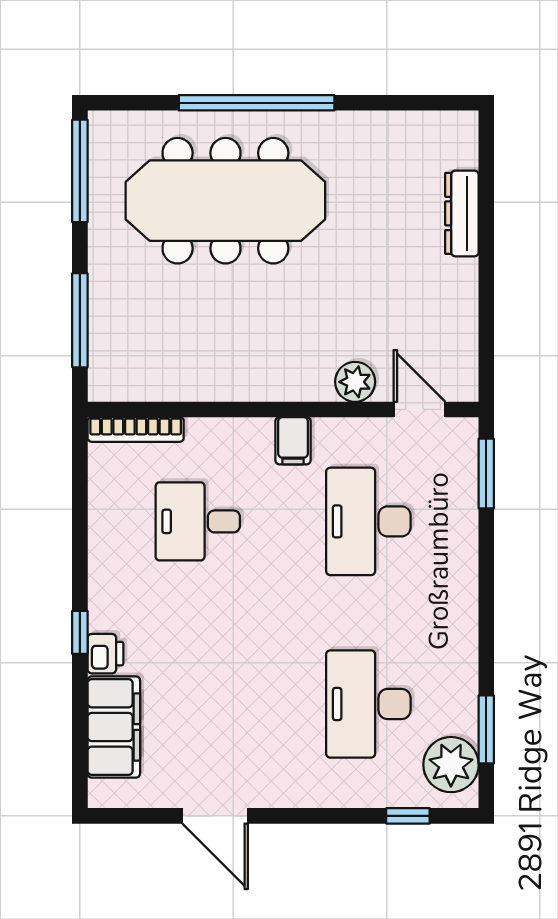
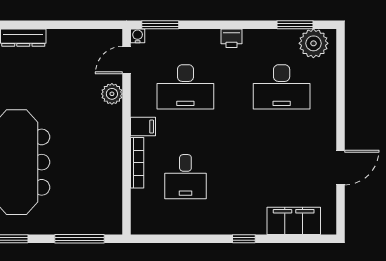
bookcase: (136, 429) -> (137, 163), moved
water cooler: (465, 430) -> (138, 36), added
printer: (105, 654) -> (232, 38), moved, turned 180
window: (408, 816) -> (341, 66), removed

